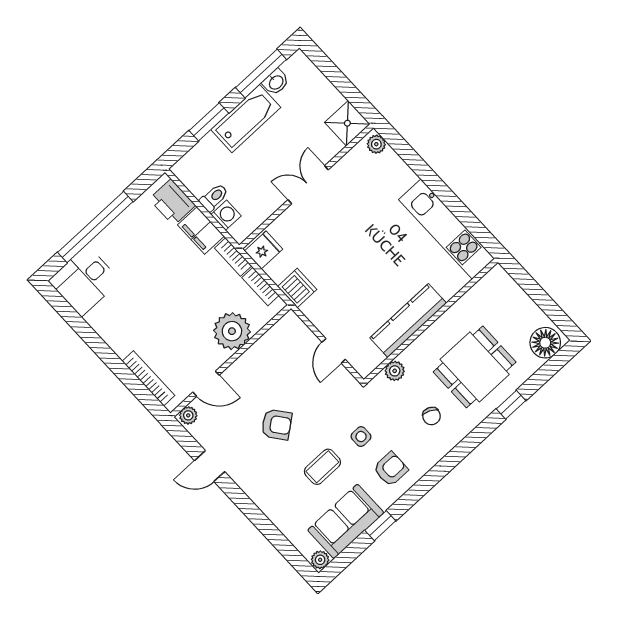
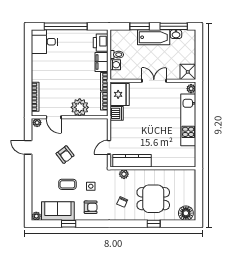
kitchen unit: (447, 229) -> (188, 120), moved
fridge: (264, 250) -> (120, 94), width x1.88, depth x1.34
kitchen counter: (408, 321) -> (132, 161), moved

